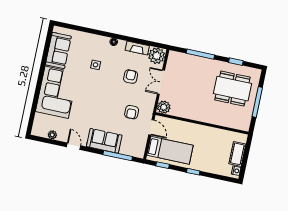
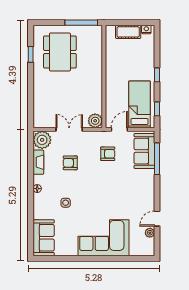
sofa: (58, 50) -> (44, 238), moved, turned 90
window: (200, 54) -> (31, 94), removed
double door: (161, 82) -> (69, 129), swing flipped
window: (257, 102) -> (81, 23), moved
sofa: (104, 141) -> (144, 151), moved
door: (74, 146) -> (157, 219), moved

